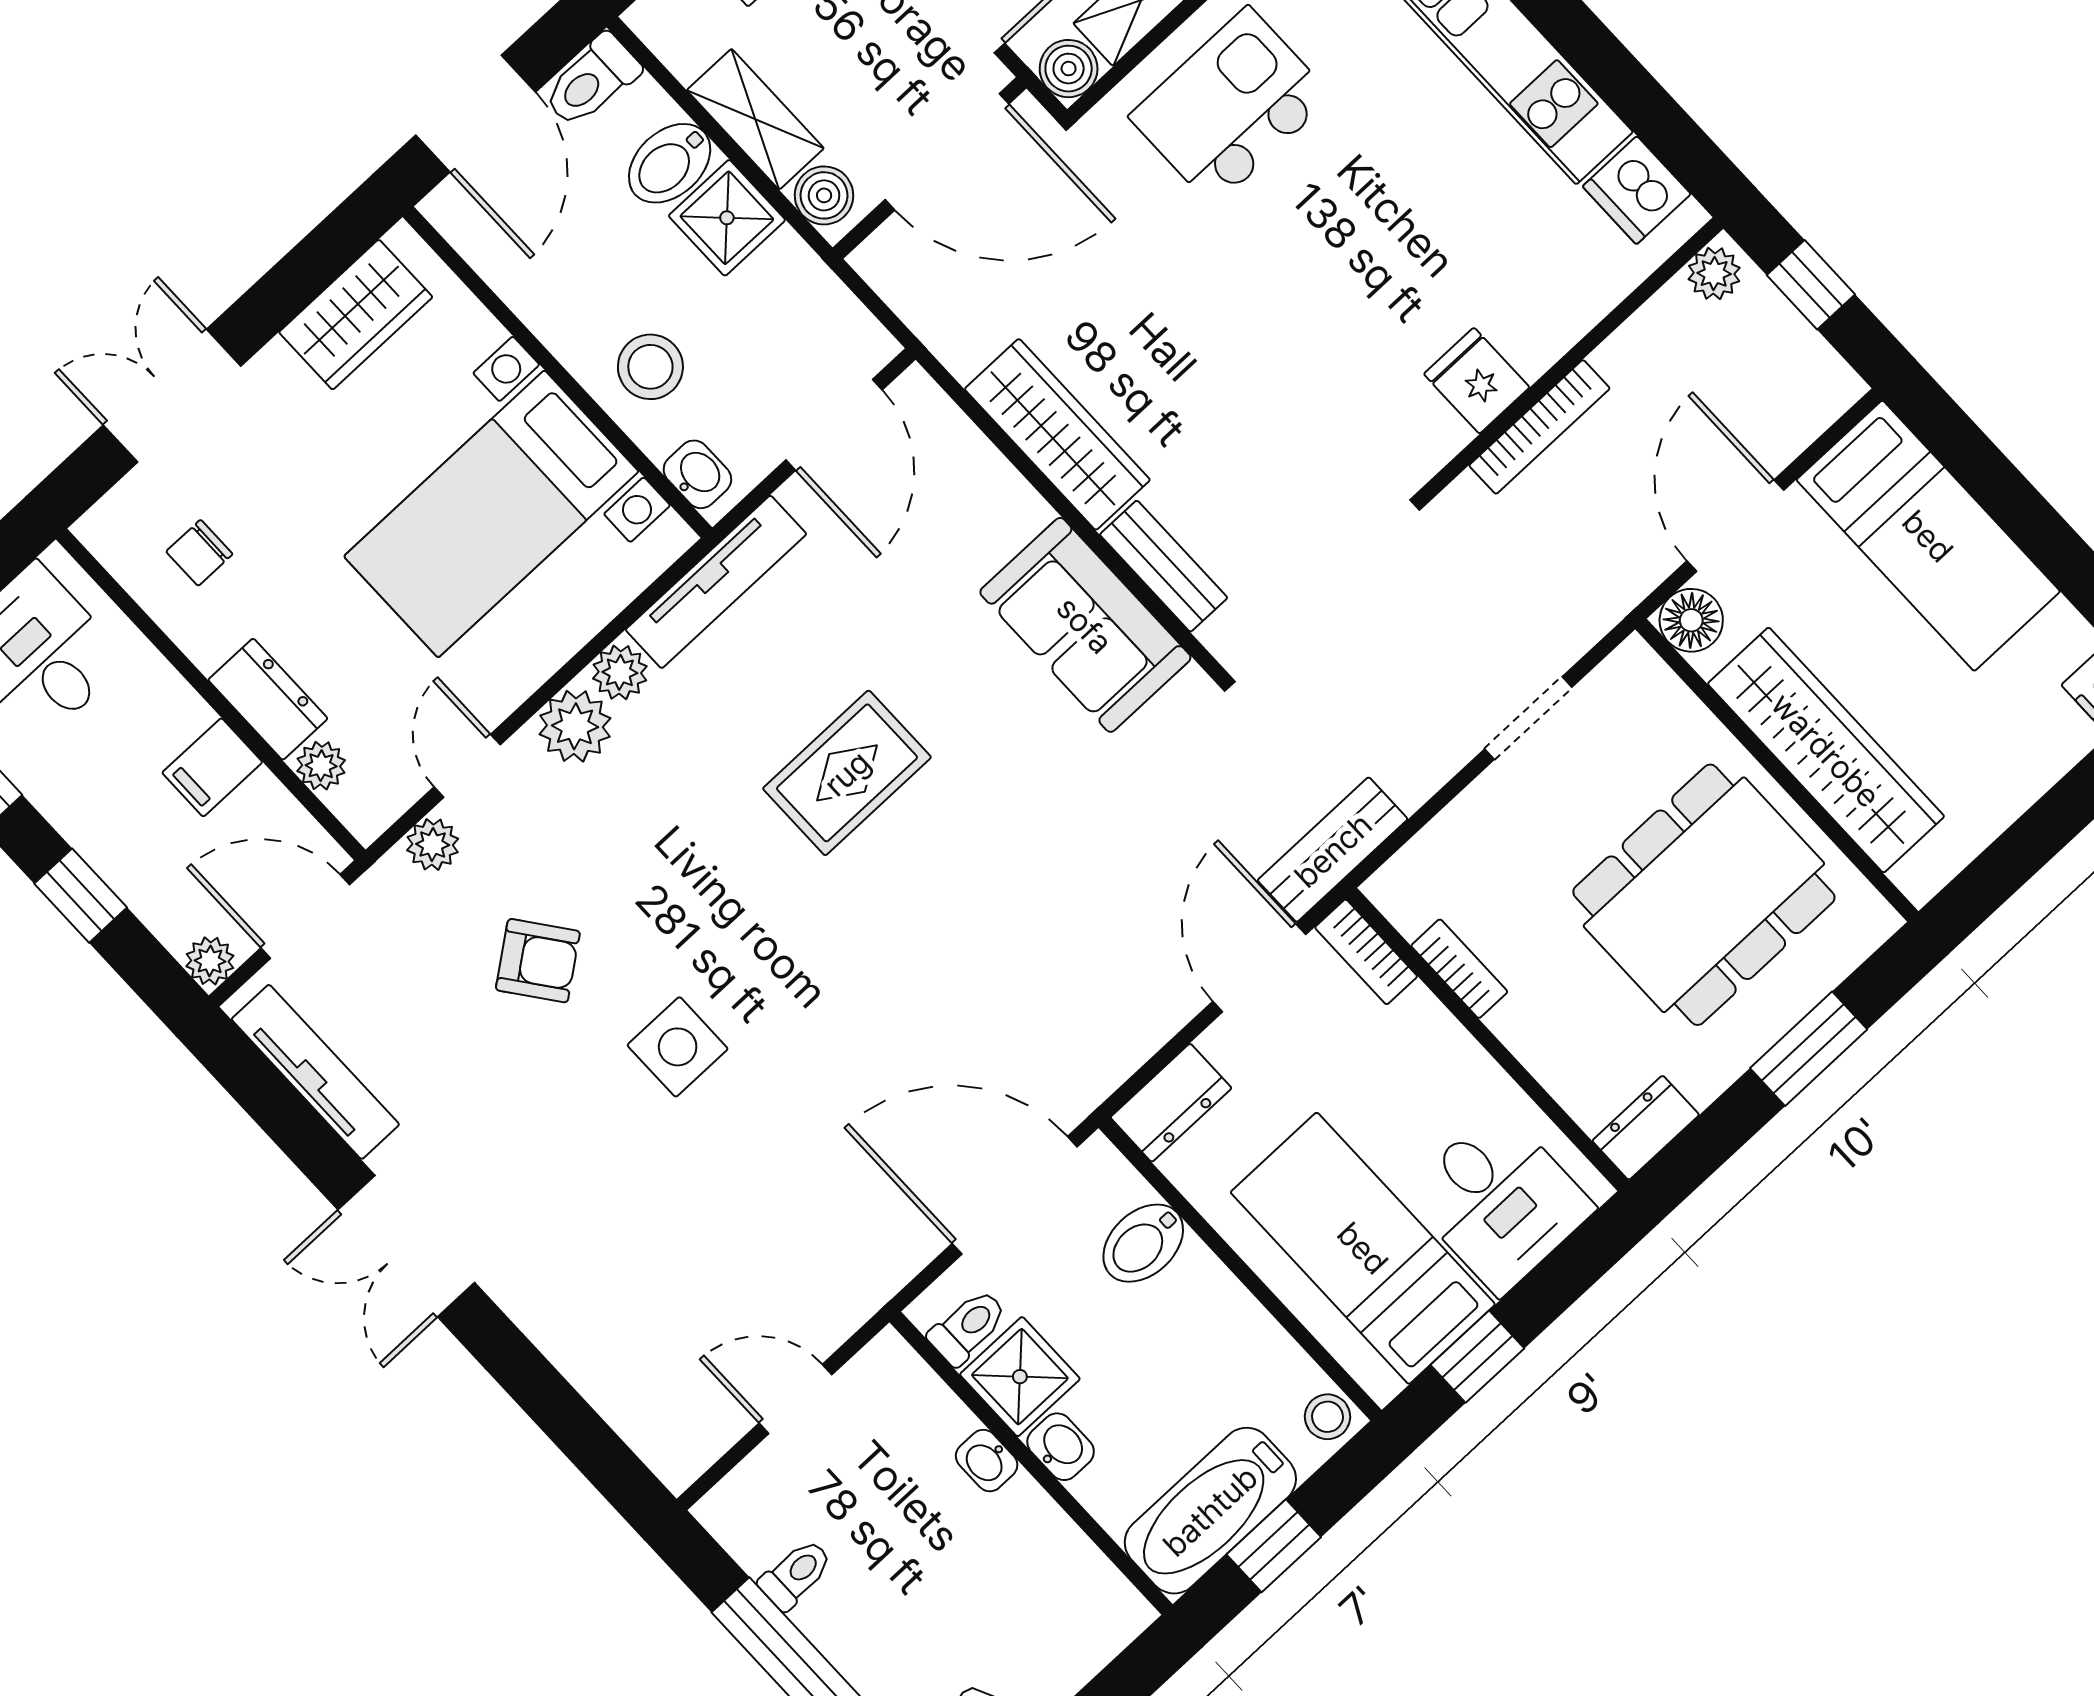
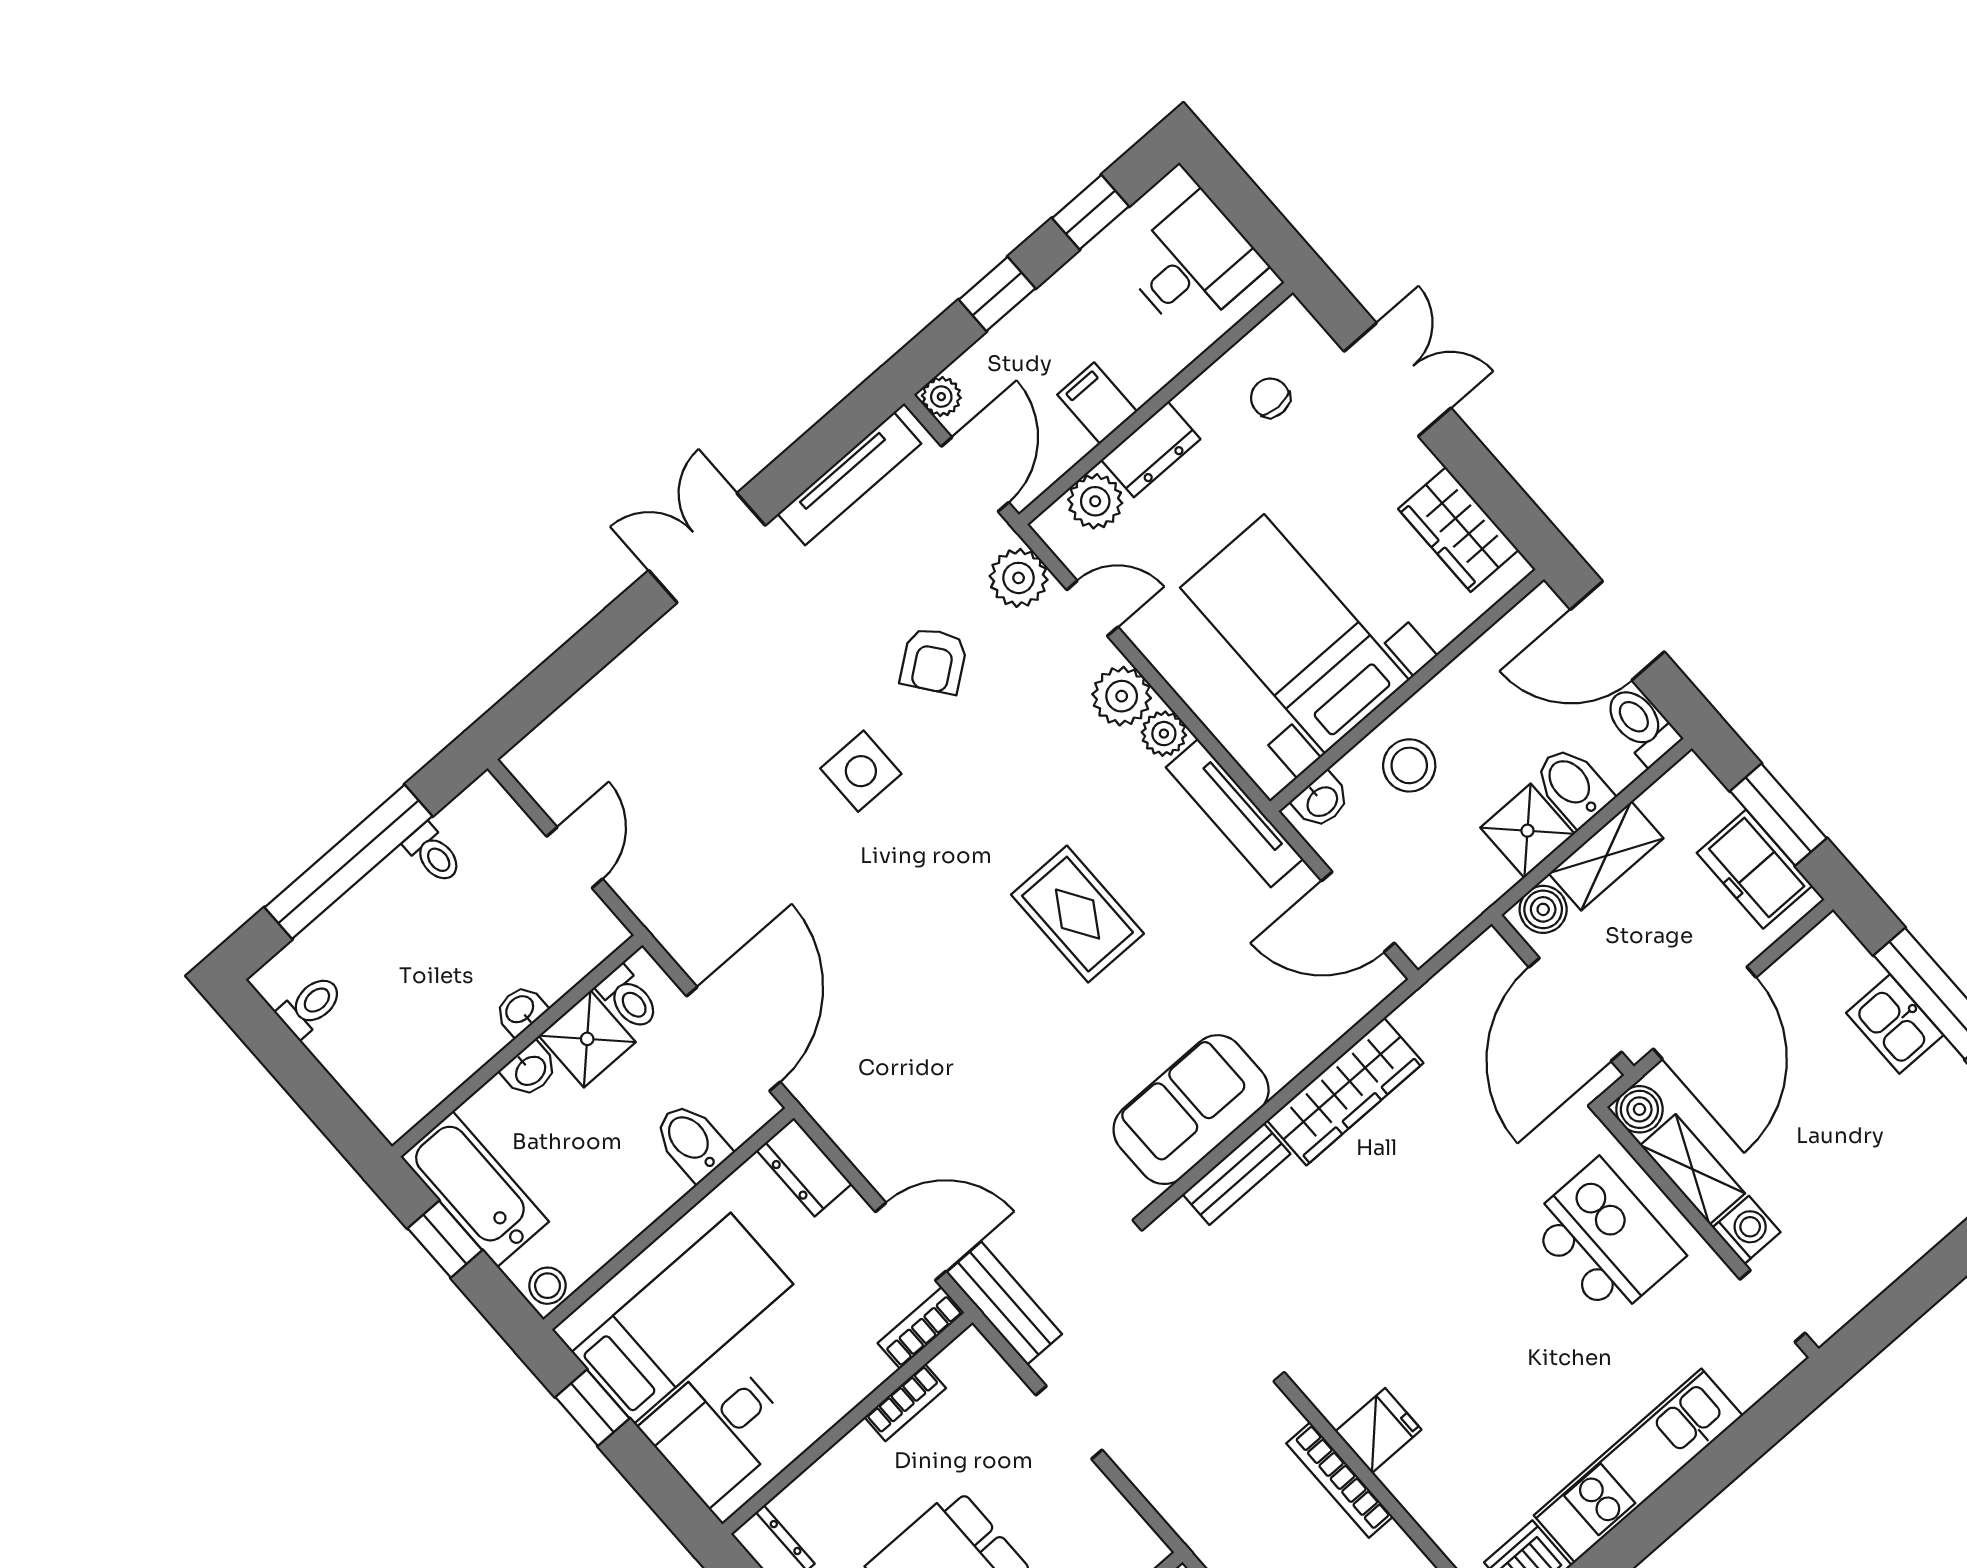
doorway: (1528, 718) -> (1069, 1422), moved
plant: (321, 766) -> (1095, 501), width x1.38, depth x1.38
plant: (433, 845) -> (1019, 578), width x1.38, depth x1.38

